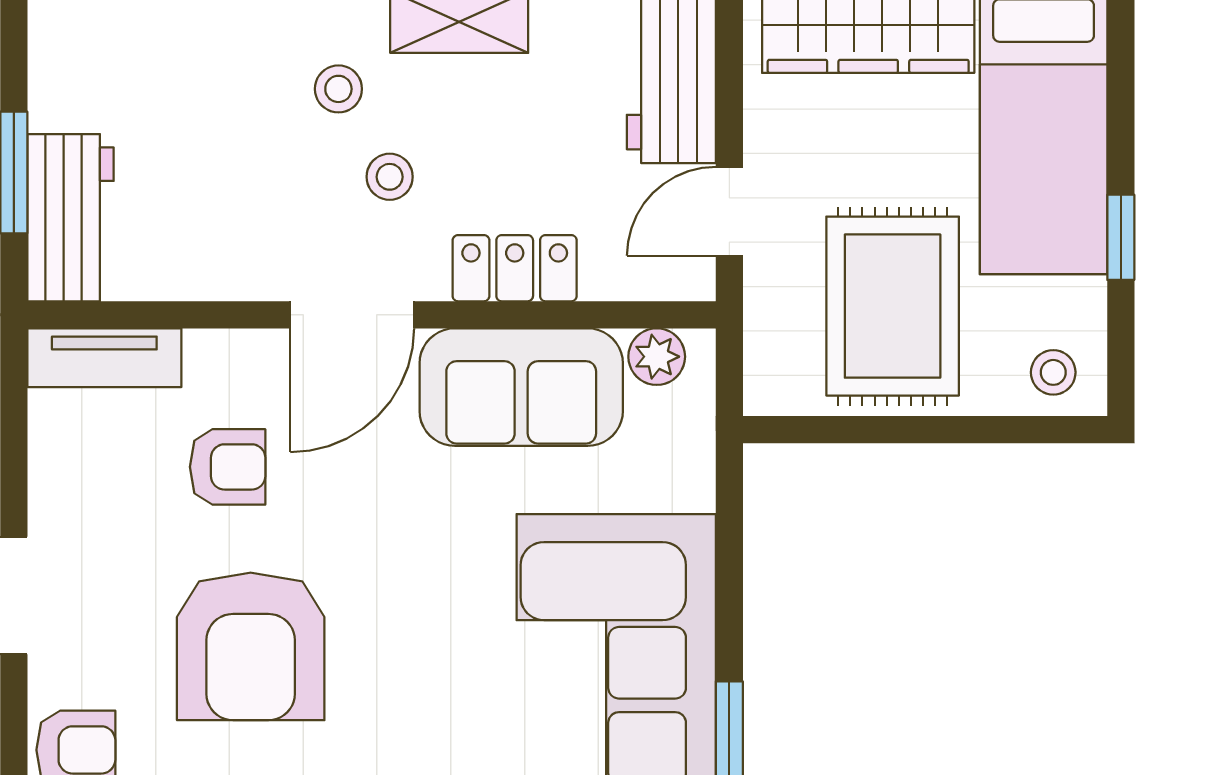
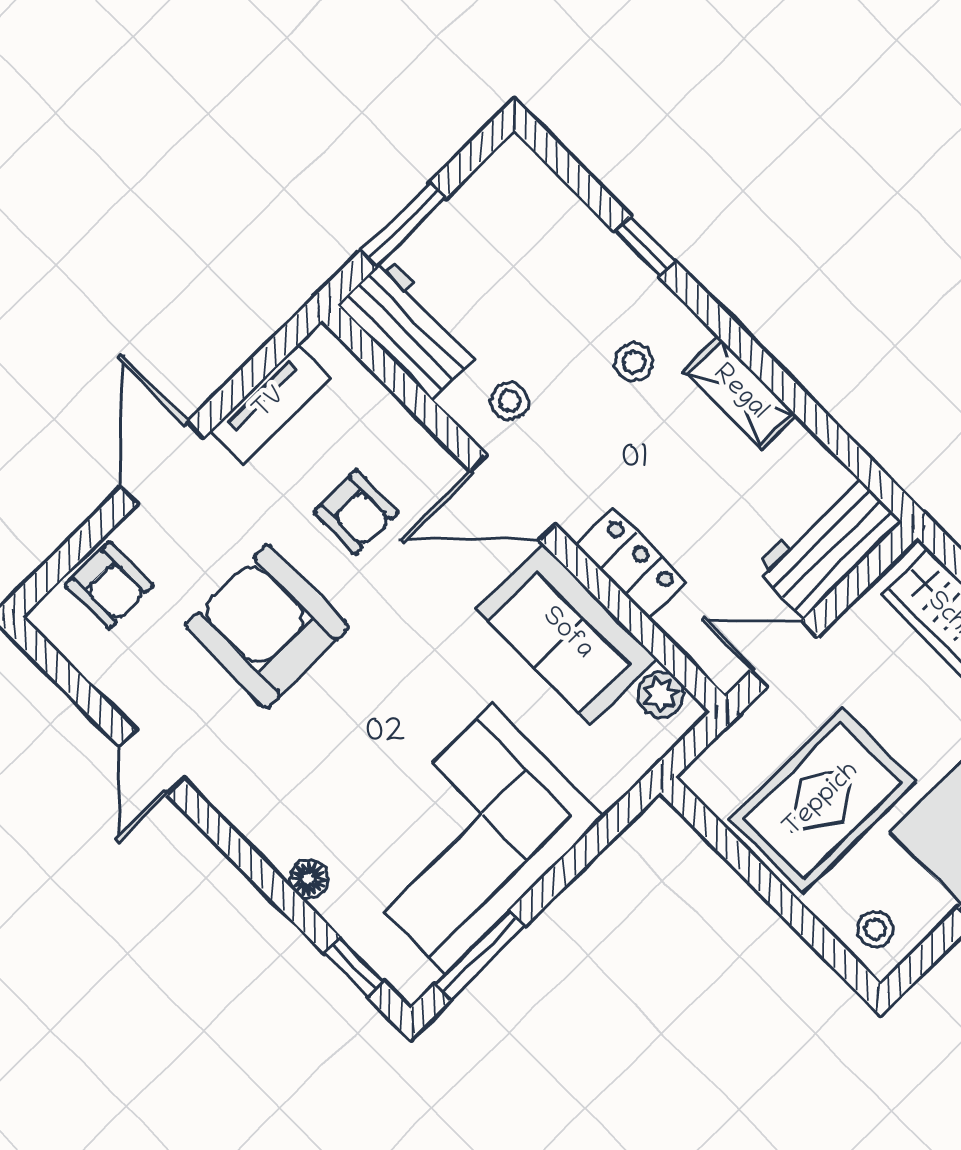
stool: (390, 177) -> (510, 401), moved
workbench: (71, 218) -> (409, 328), moved, turned -90
tv unit: (104, 358) -> (270, 404), moved, turned -90
armchair: (251, 646) -> (267, 626), turned 90

